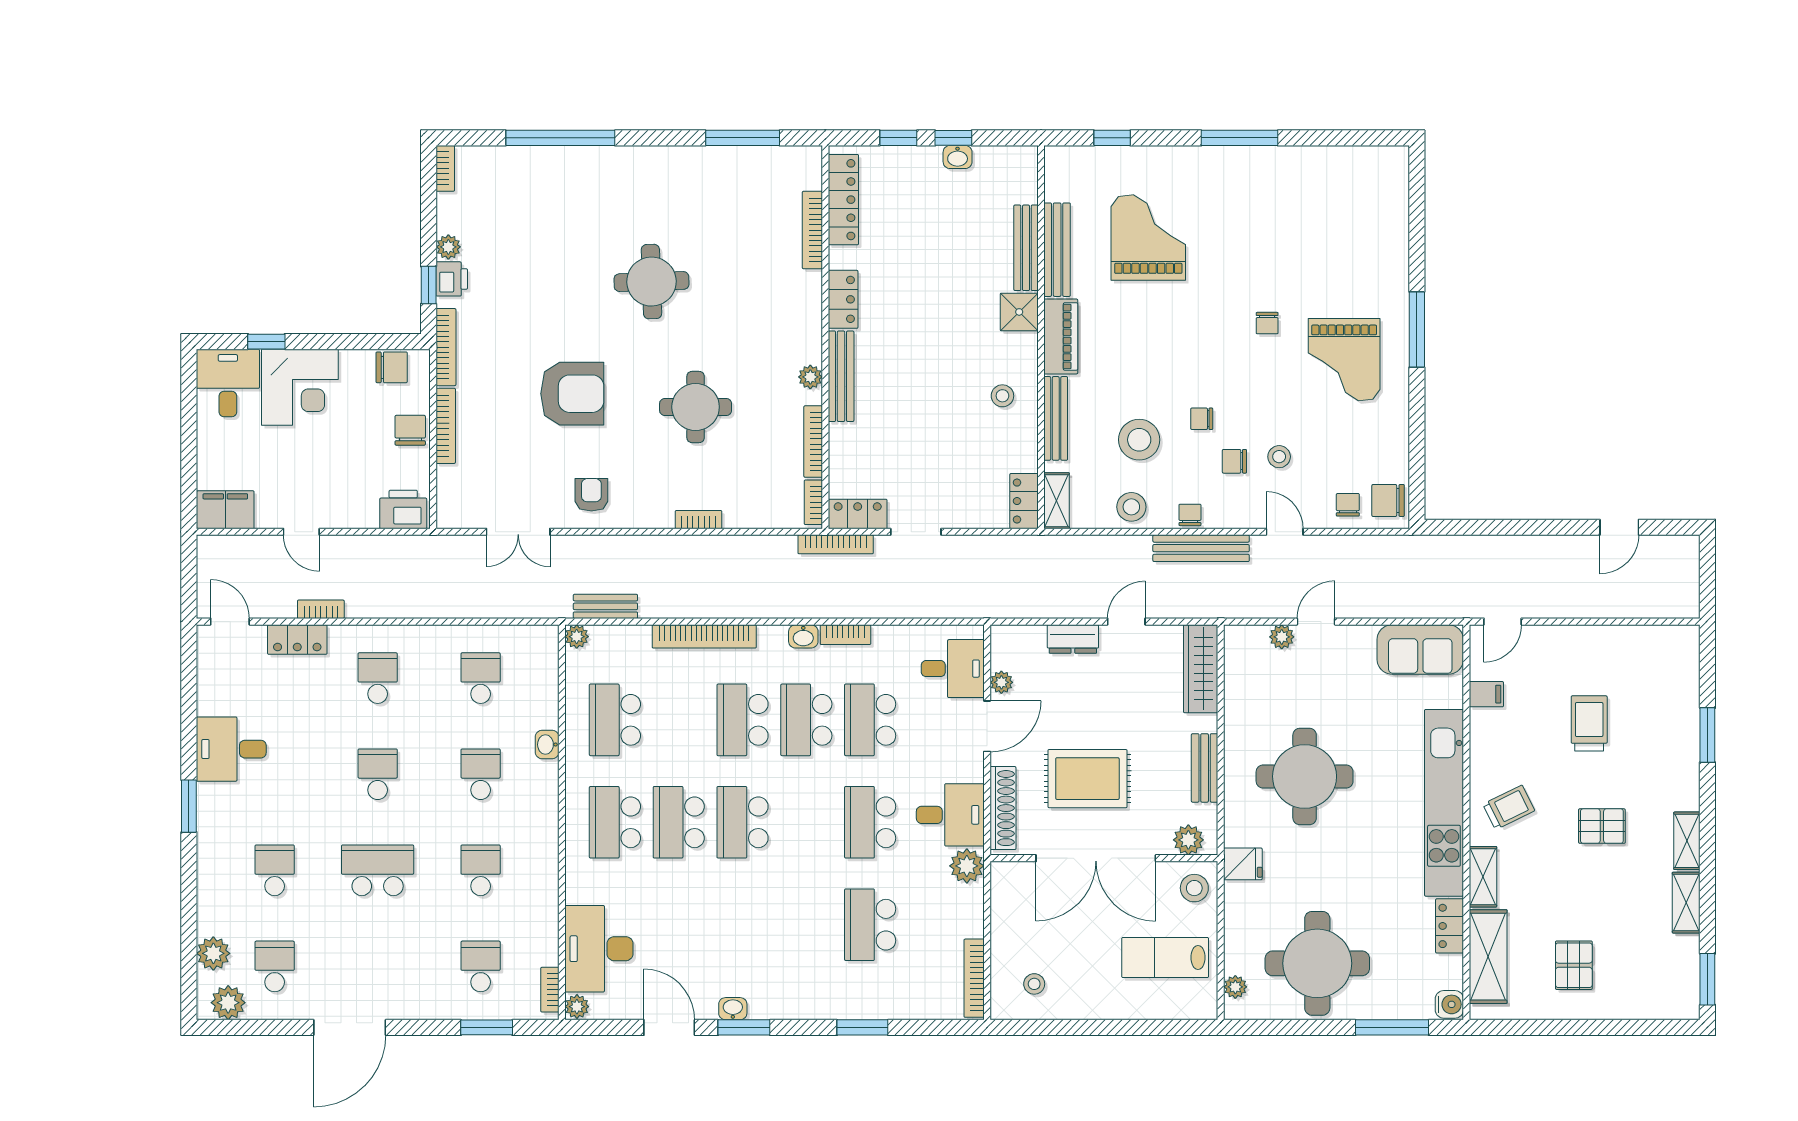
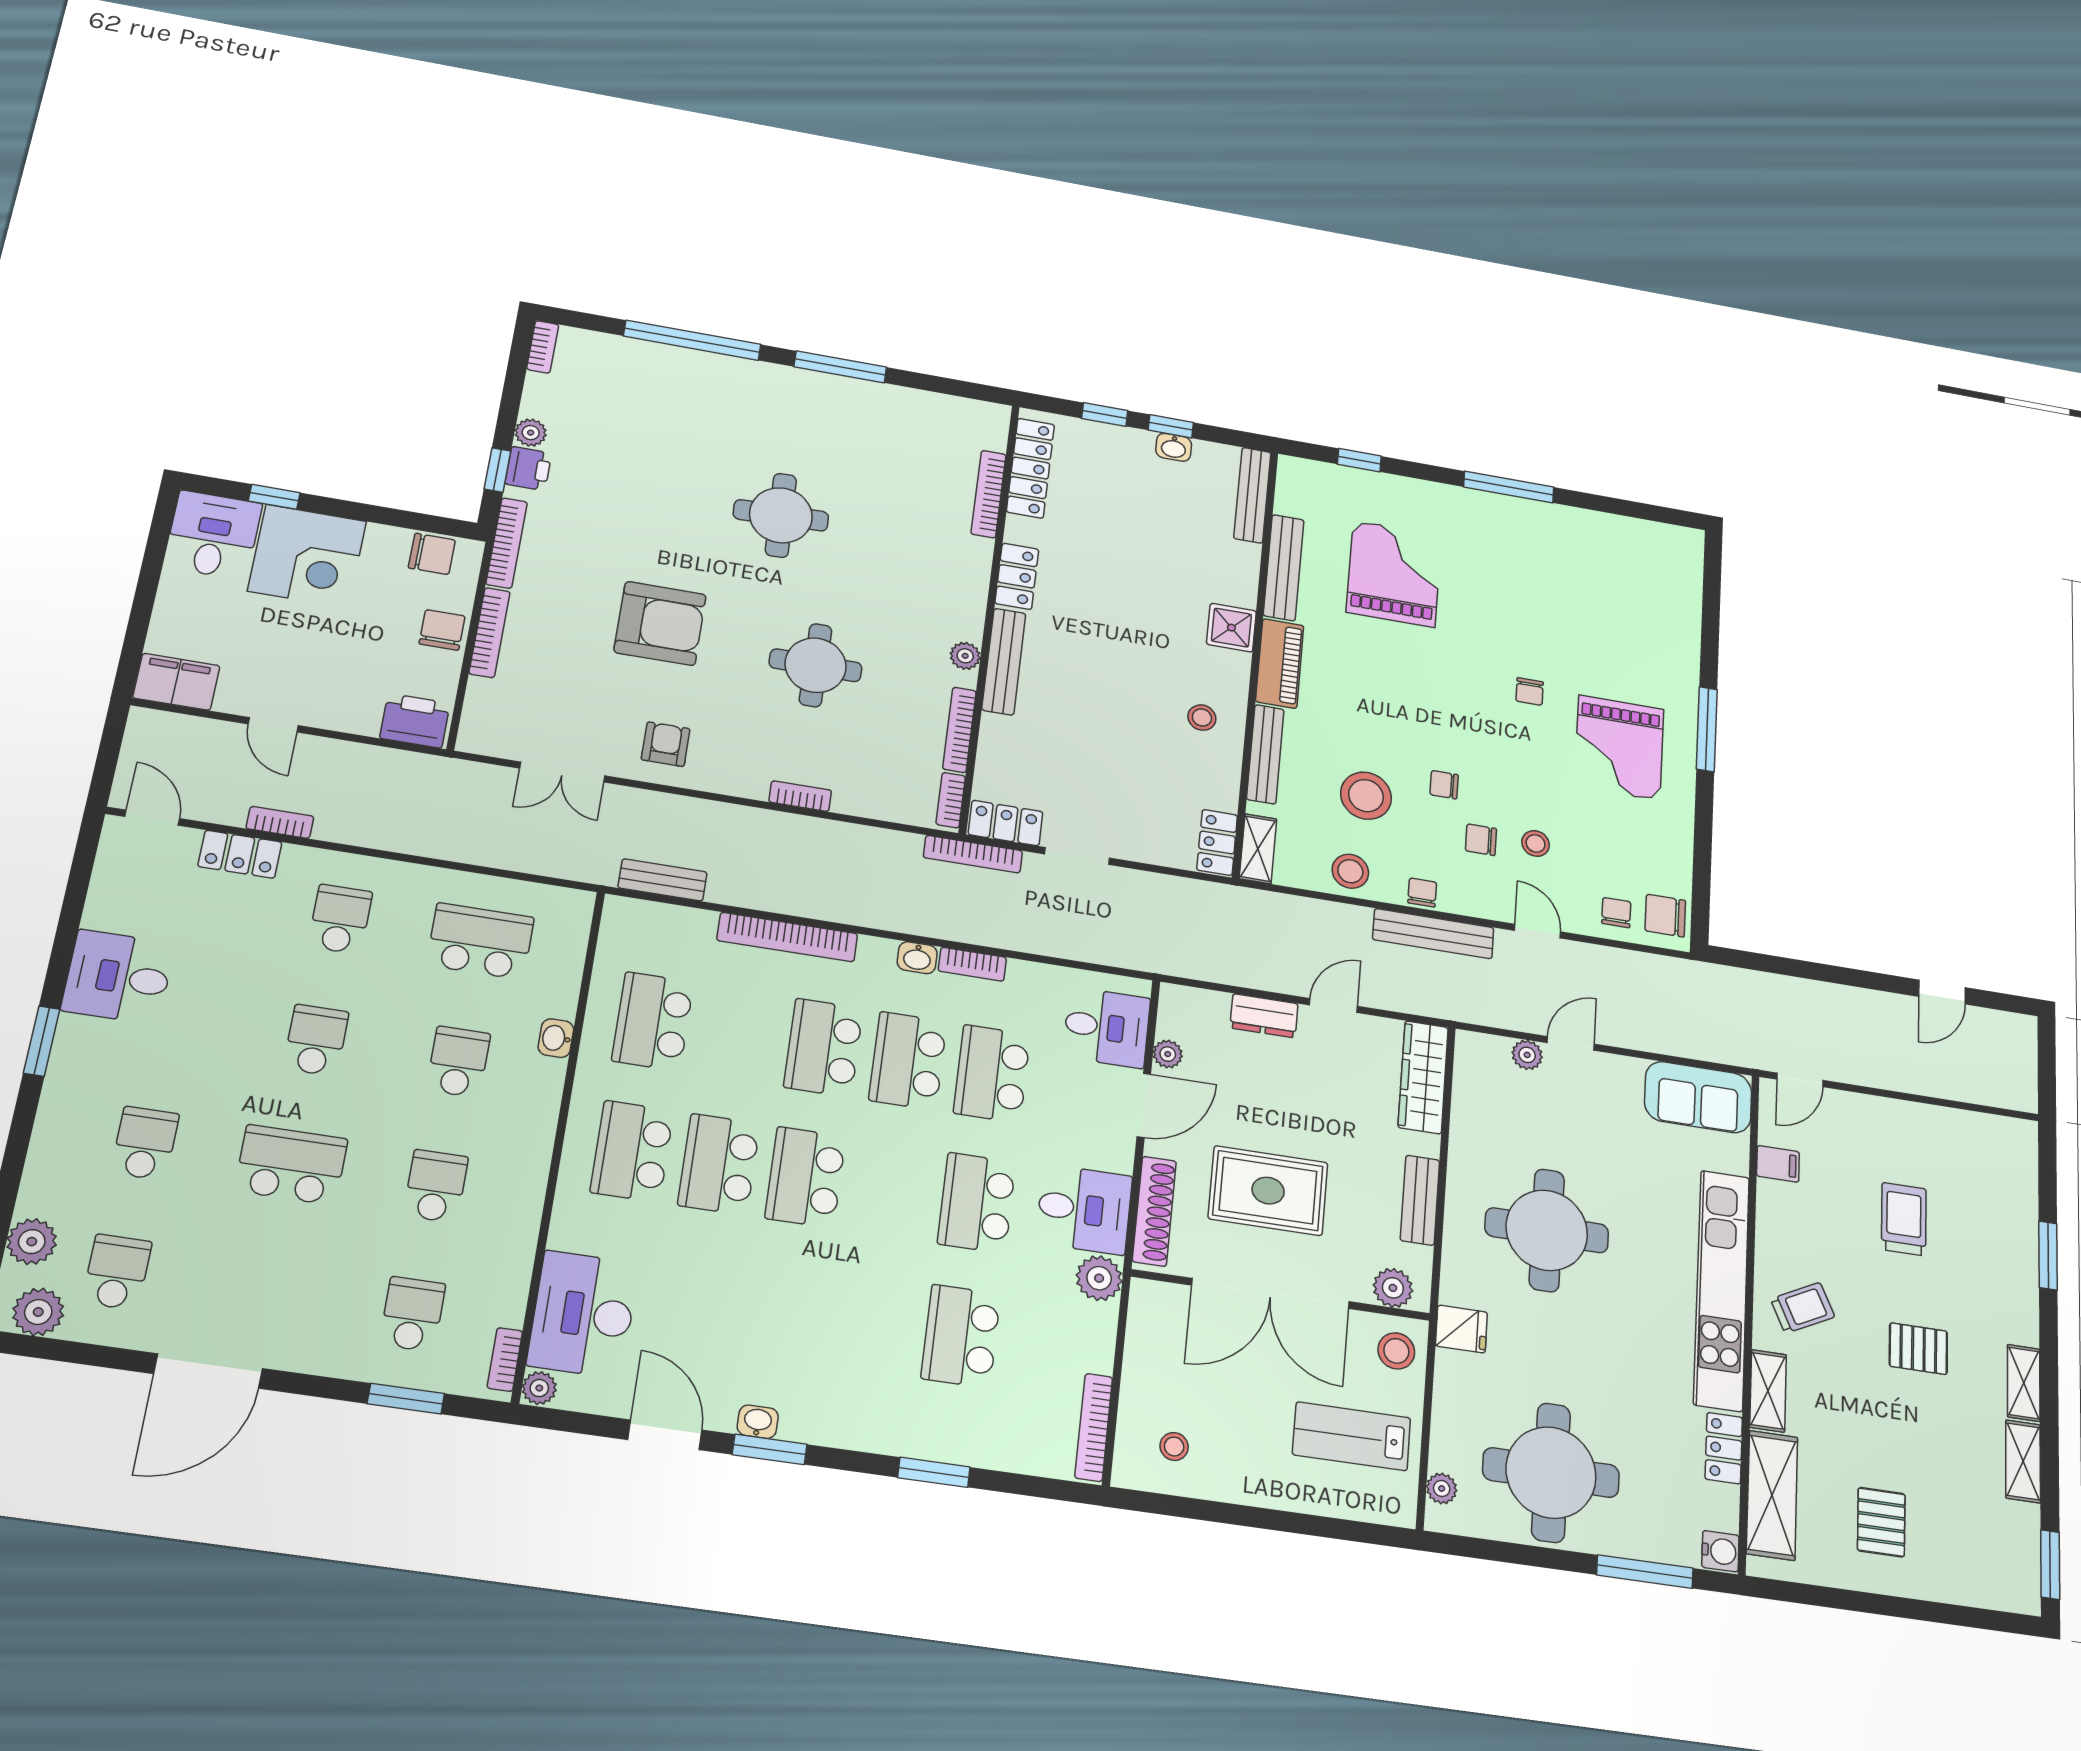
window: (743, 138) -> (840, 367), moved
bench: (1026, 248) -> (1252, 495), moved
plant: (577, 637) -> (618, 910), removed
school desk: (481, 678) -> (480, 941), width x1.85

